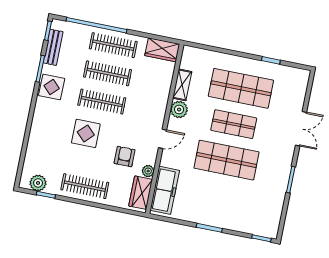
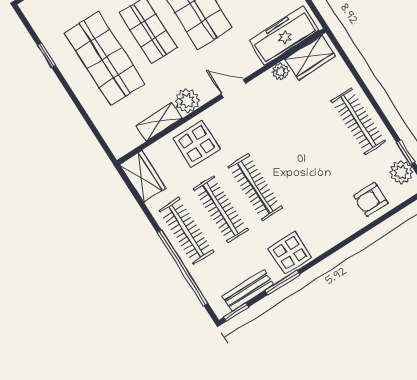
display table: (86, 133) -> (197, 144), moved
armchair: (125, 157) -> (371, 199), moved

